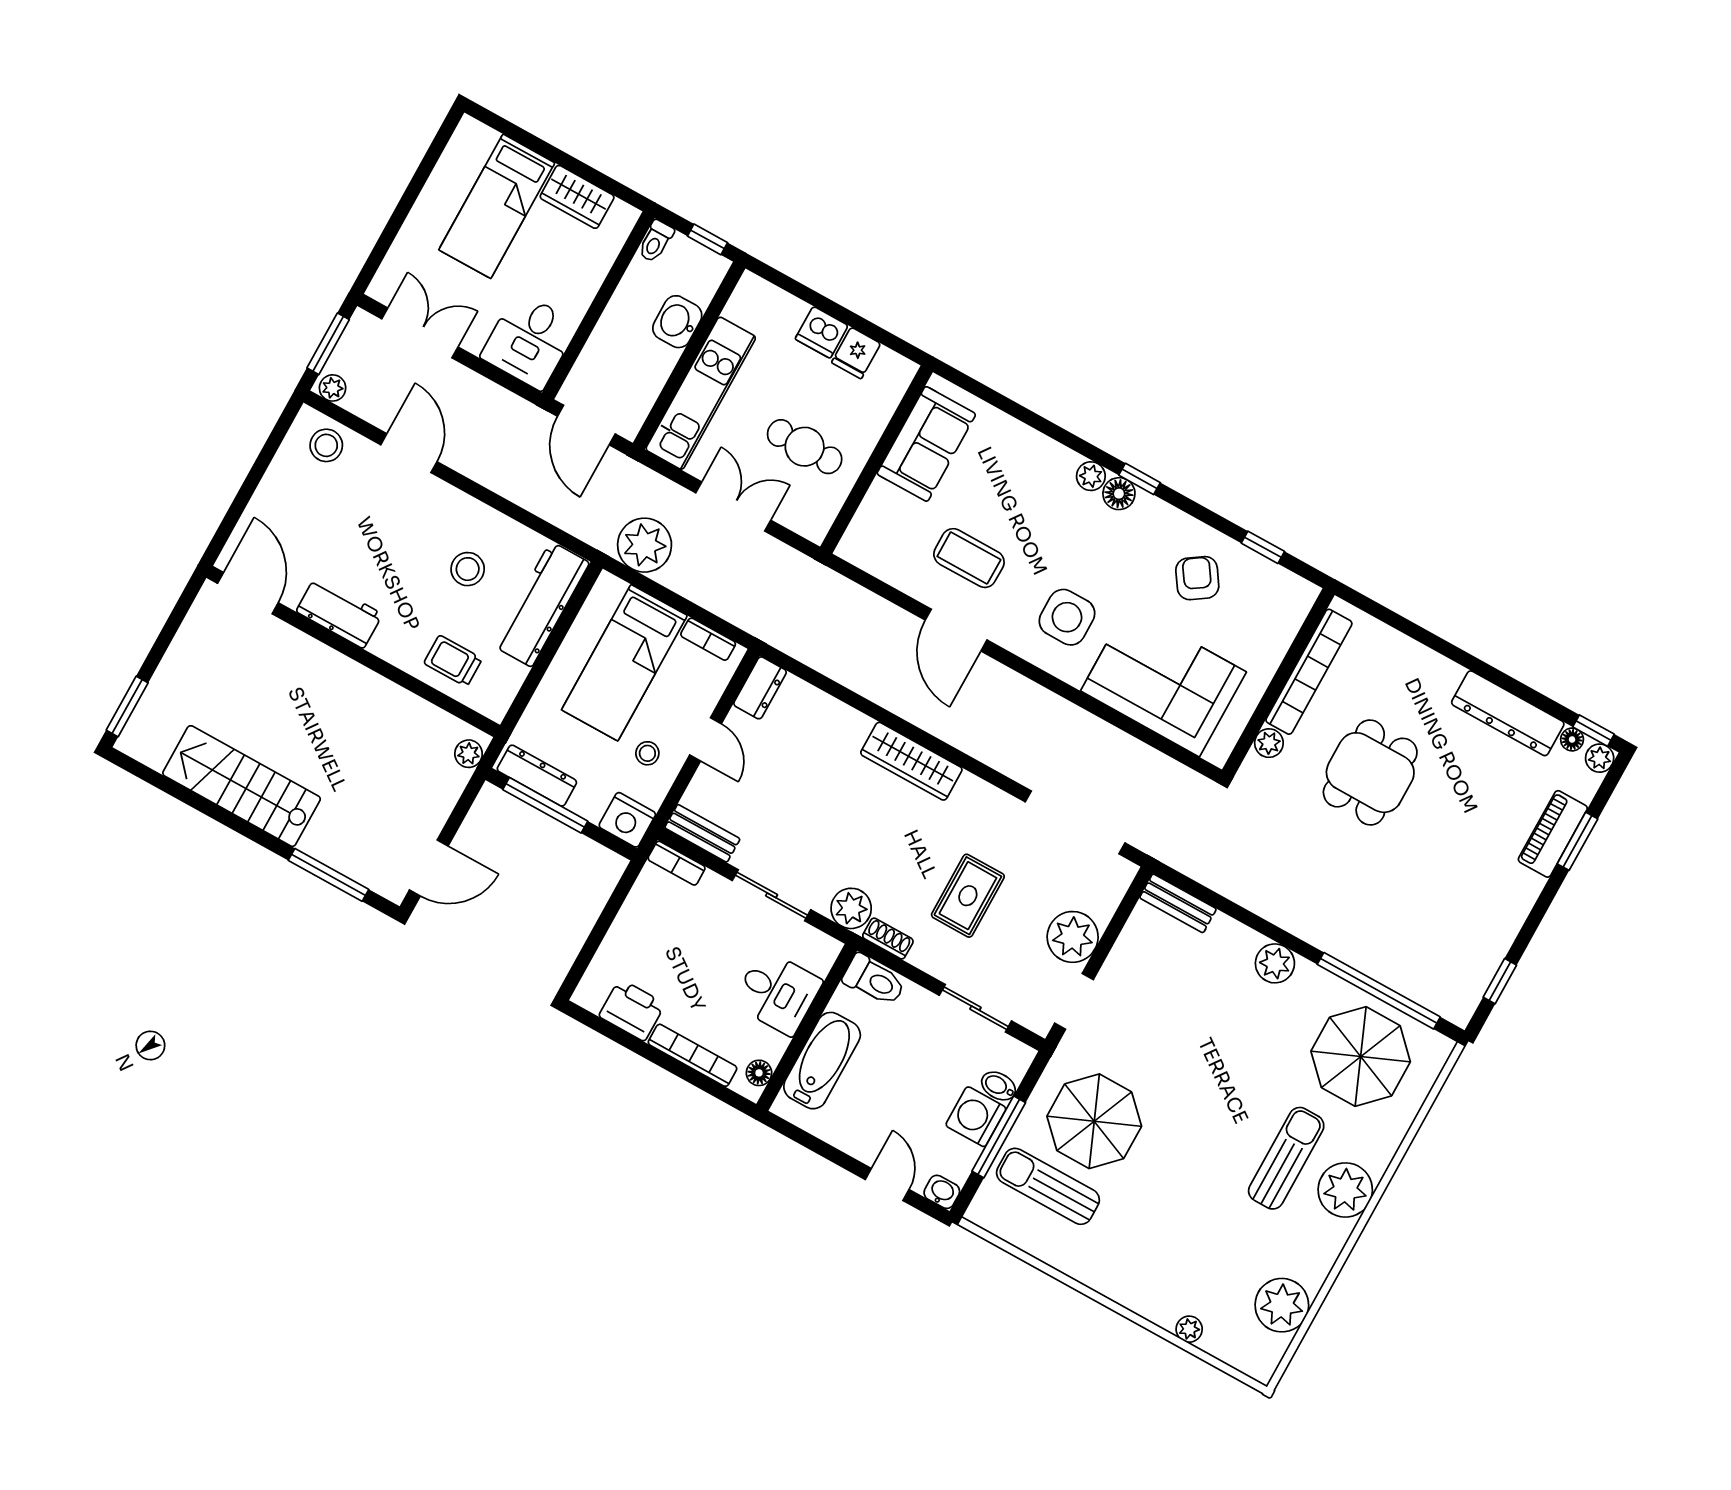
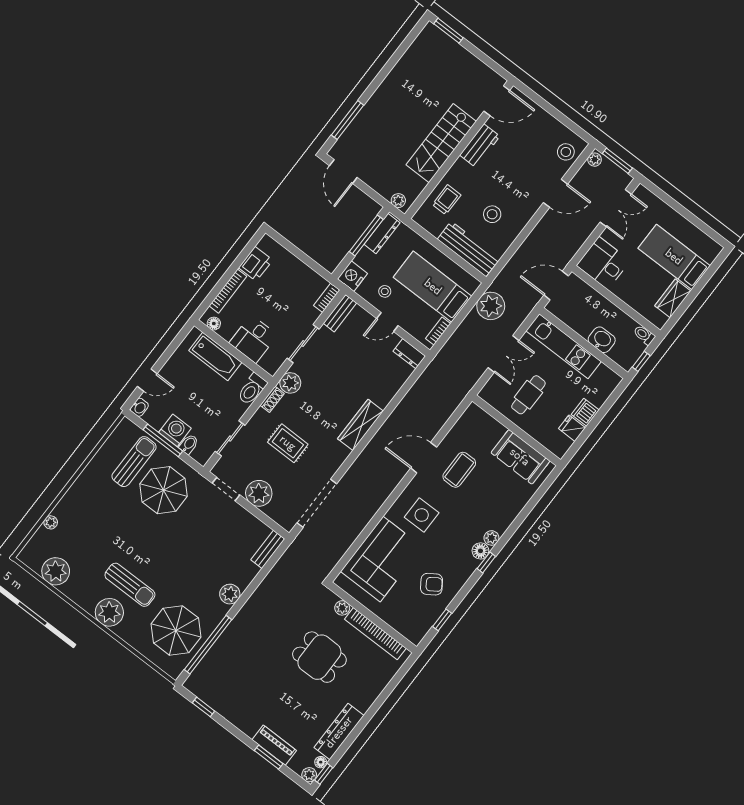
stairs: (242, 786) -> (441, 143), moved, turned 180

